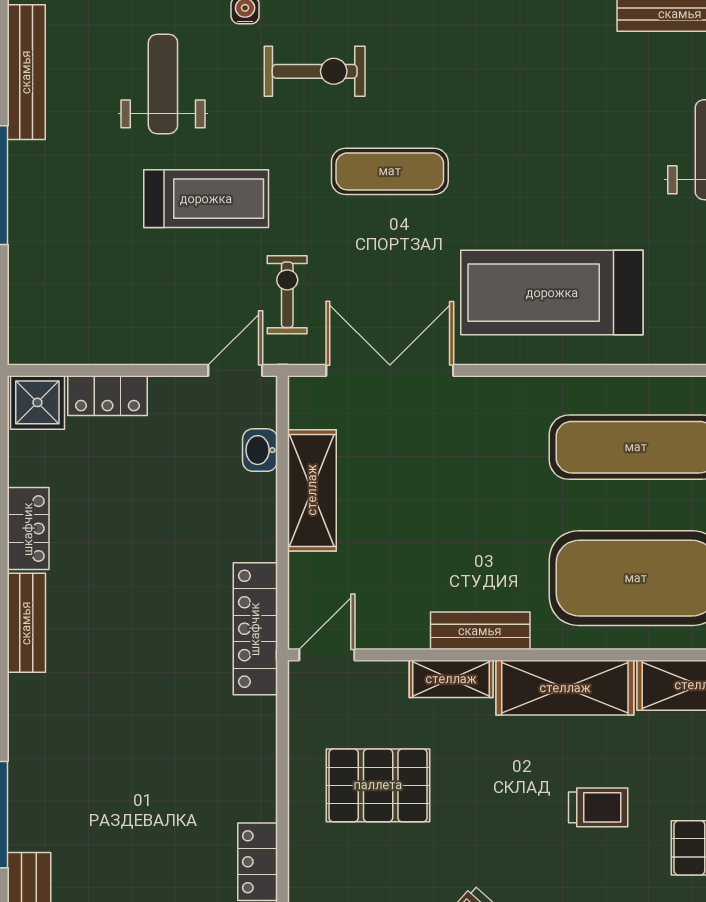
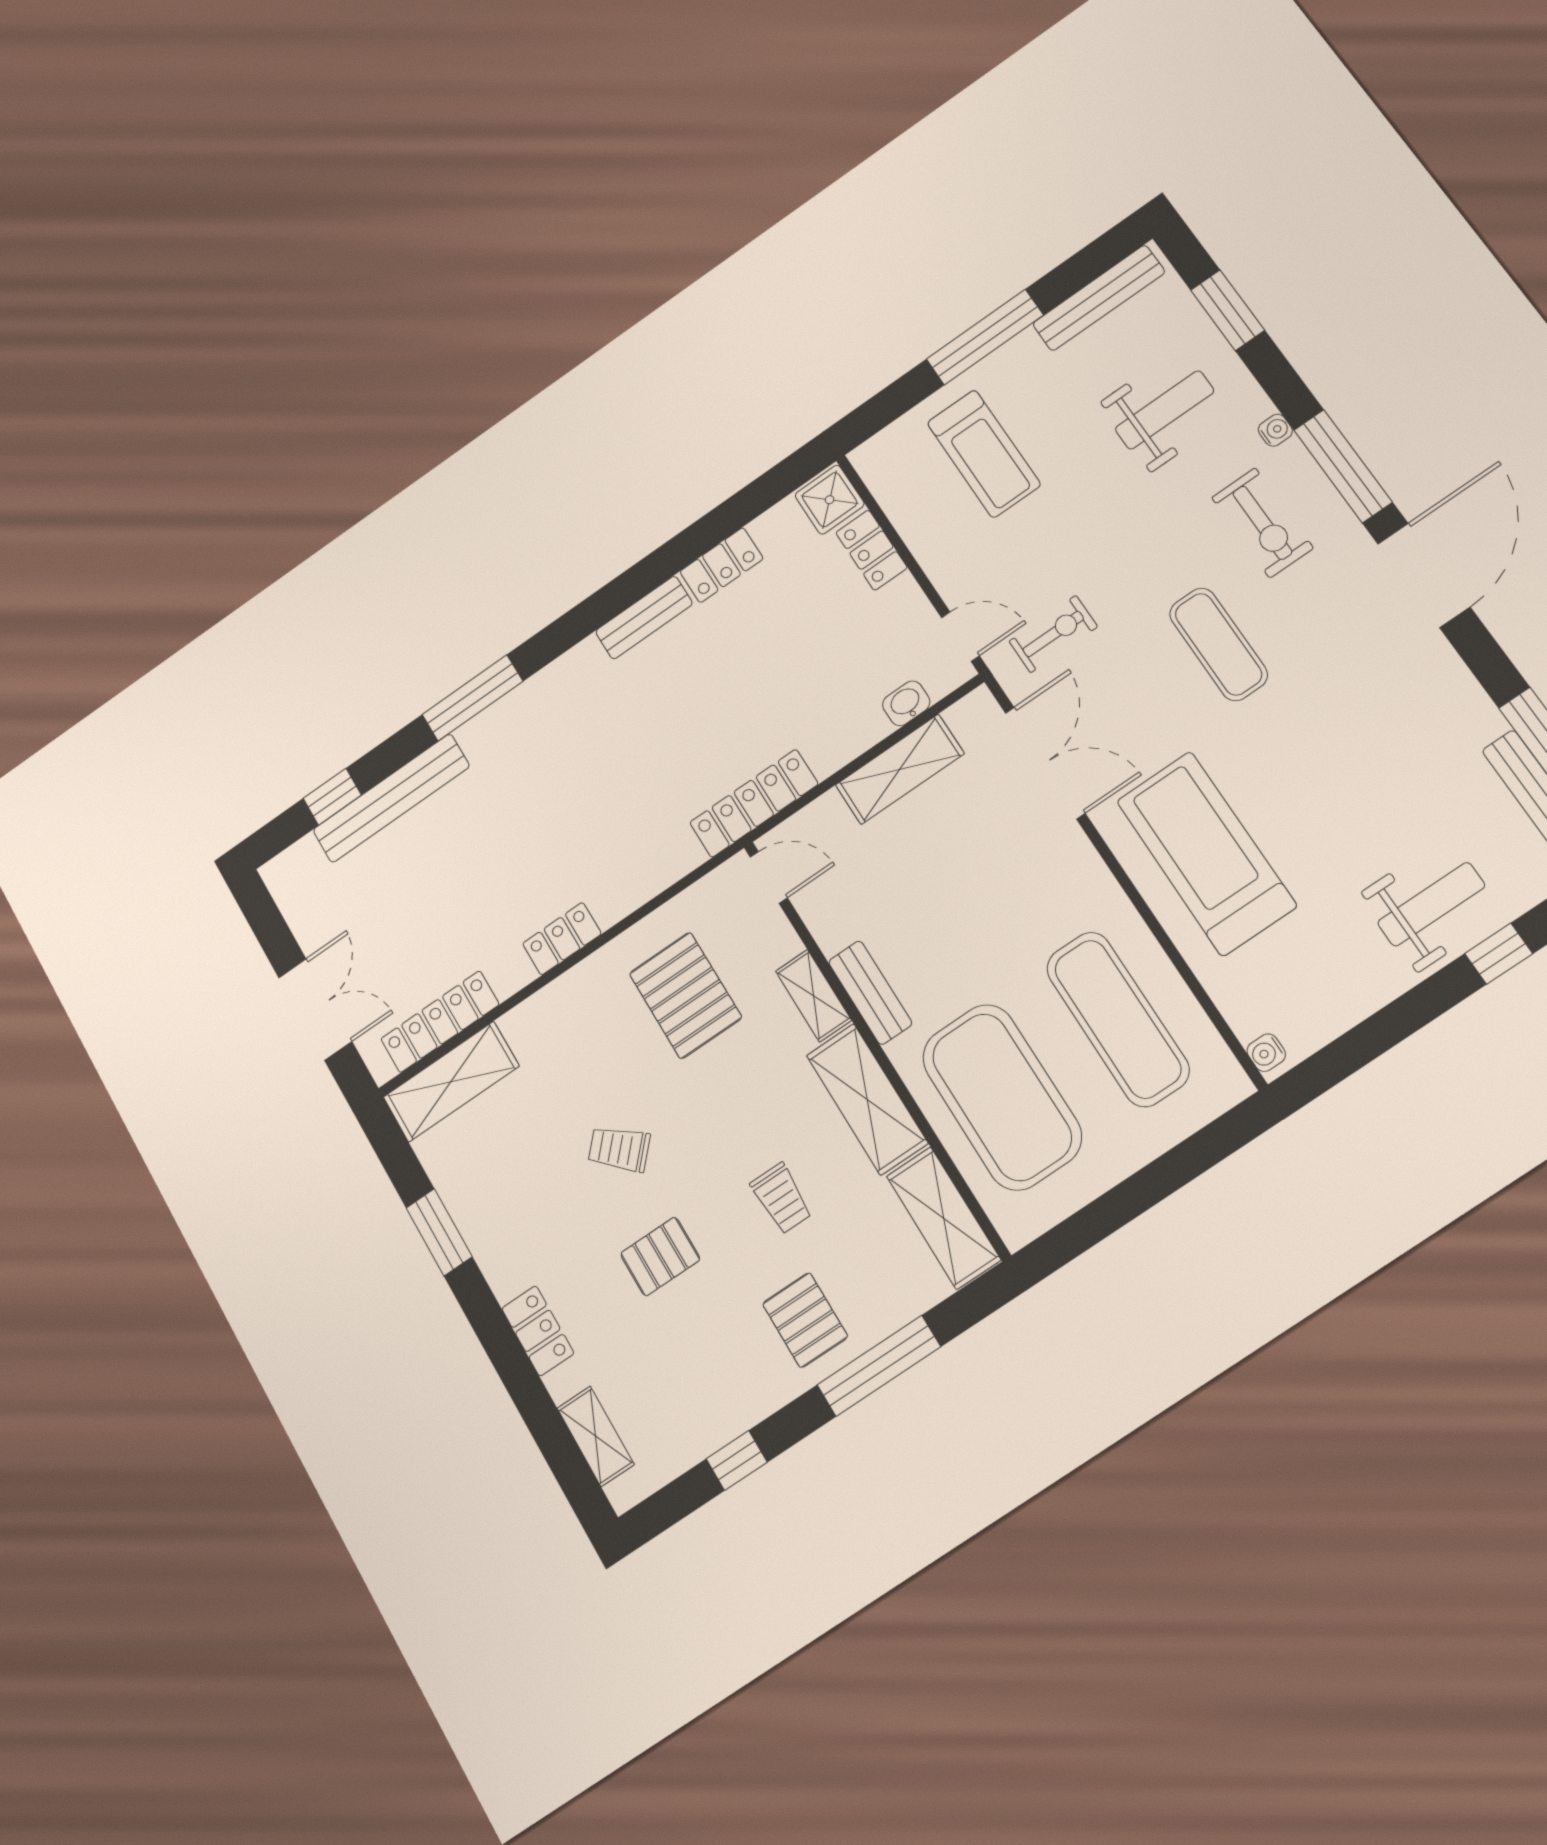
treadmill: (206, 199) -> (984, 454), moved

